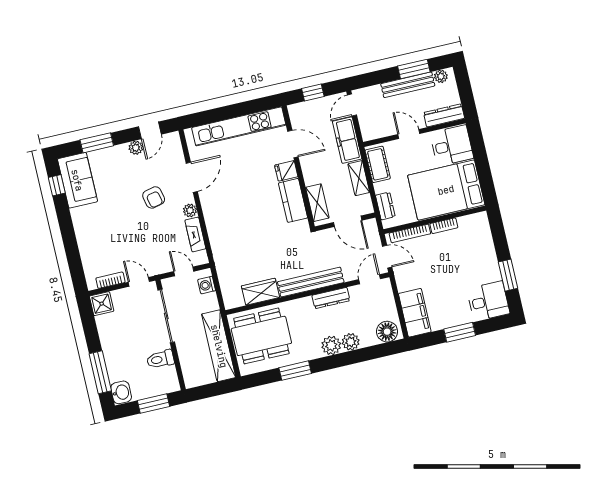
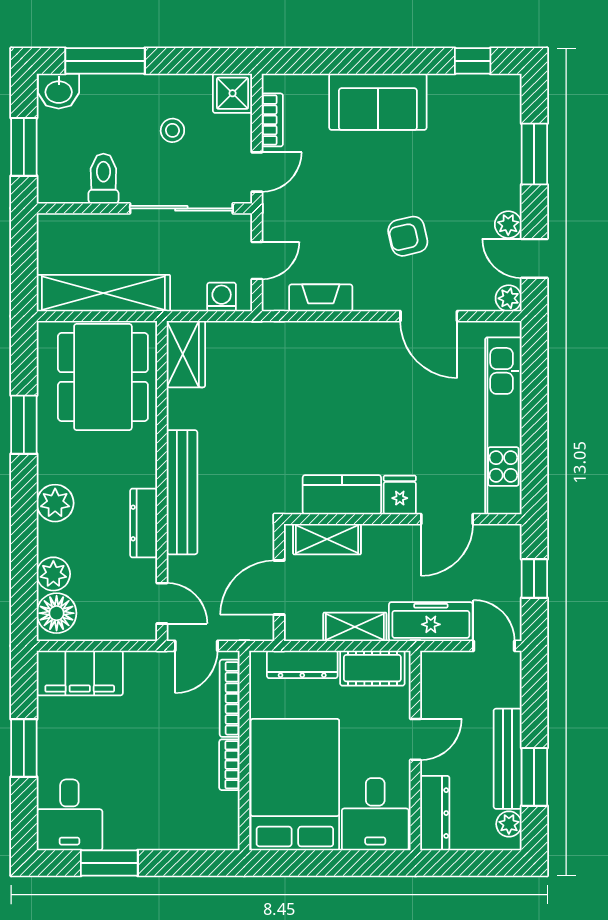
sofa: (77, 180) -> (378, 102), moved
dresser: (385, 206) -> (302, 664), width x1.44
plant: (190, 210) -> (509, 298), moved
wardrobe: (260, 292) -> (186, 354), moved
stool: (128, 330) -> (172, 130), added
plant: (351, 342) -> (53, 574), moved

